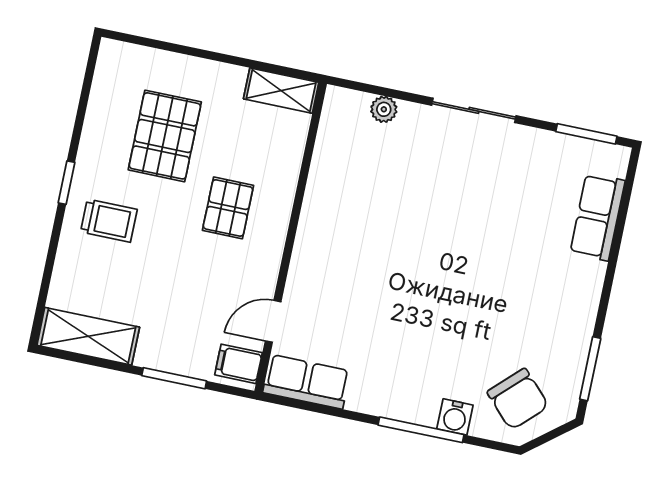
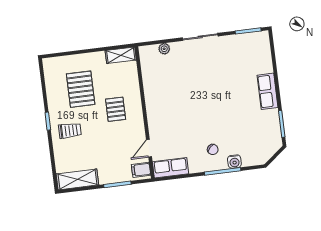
row of seats: (597, 217) -> (267, 91), moved
chair: (518, 399) -> (213, 149), moved, width x0.54, depth x0.54

